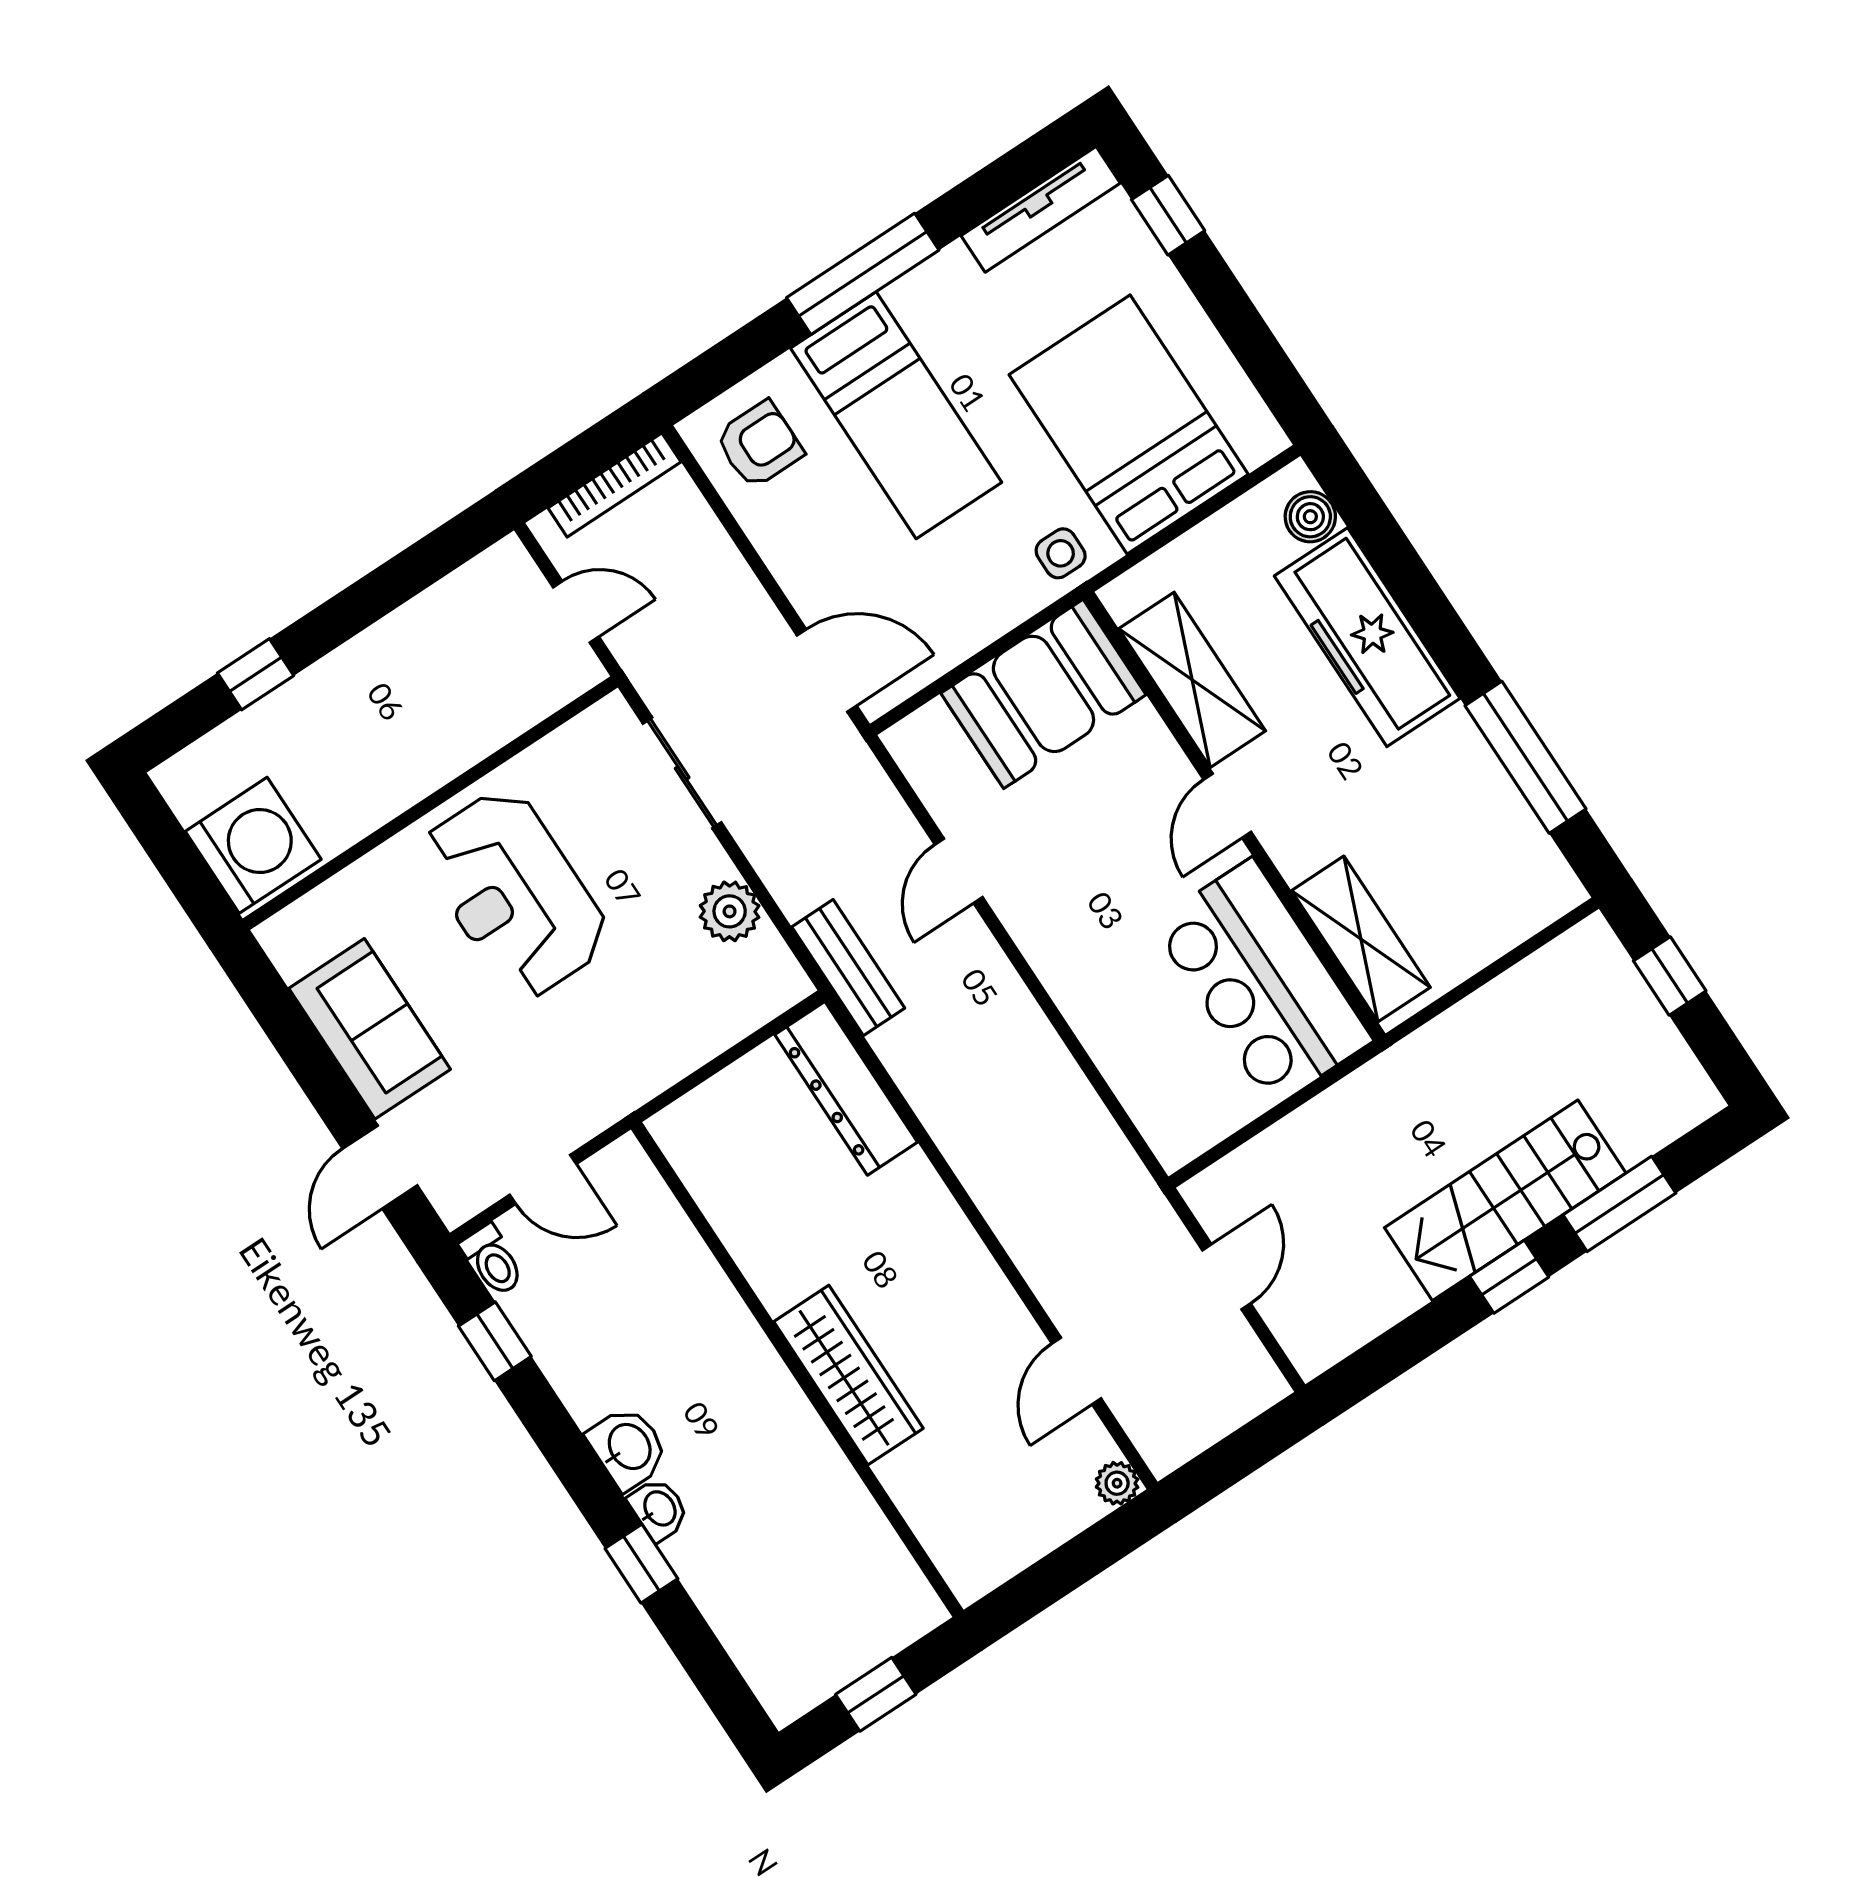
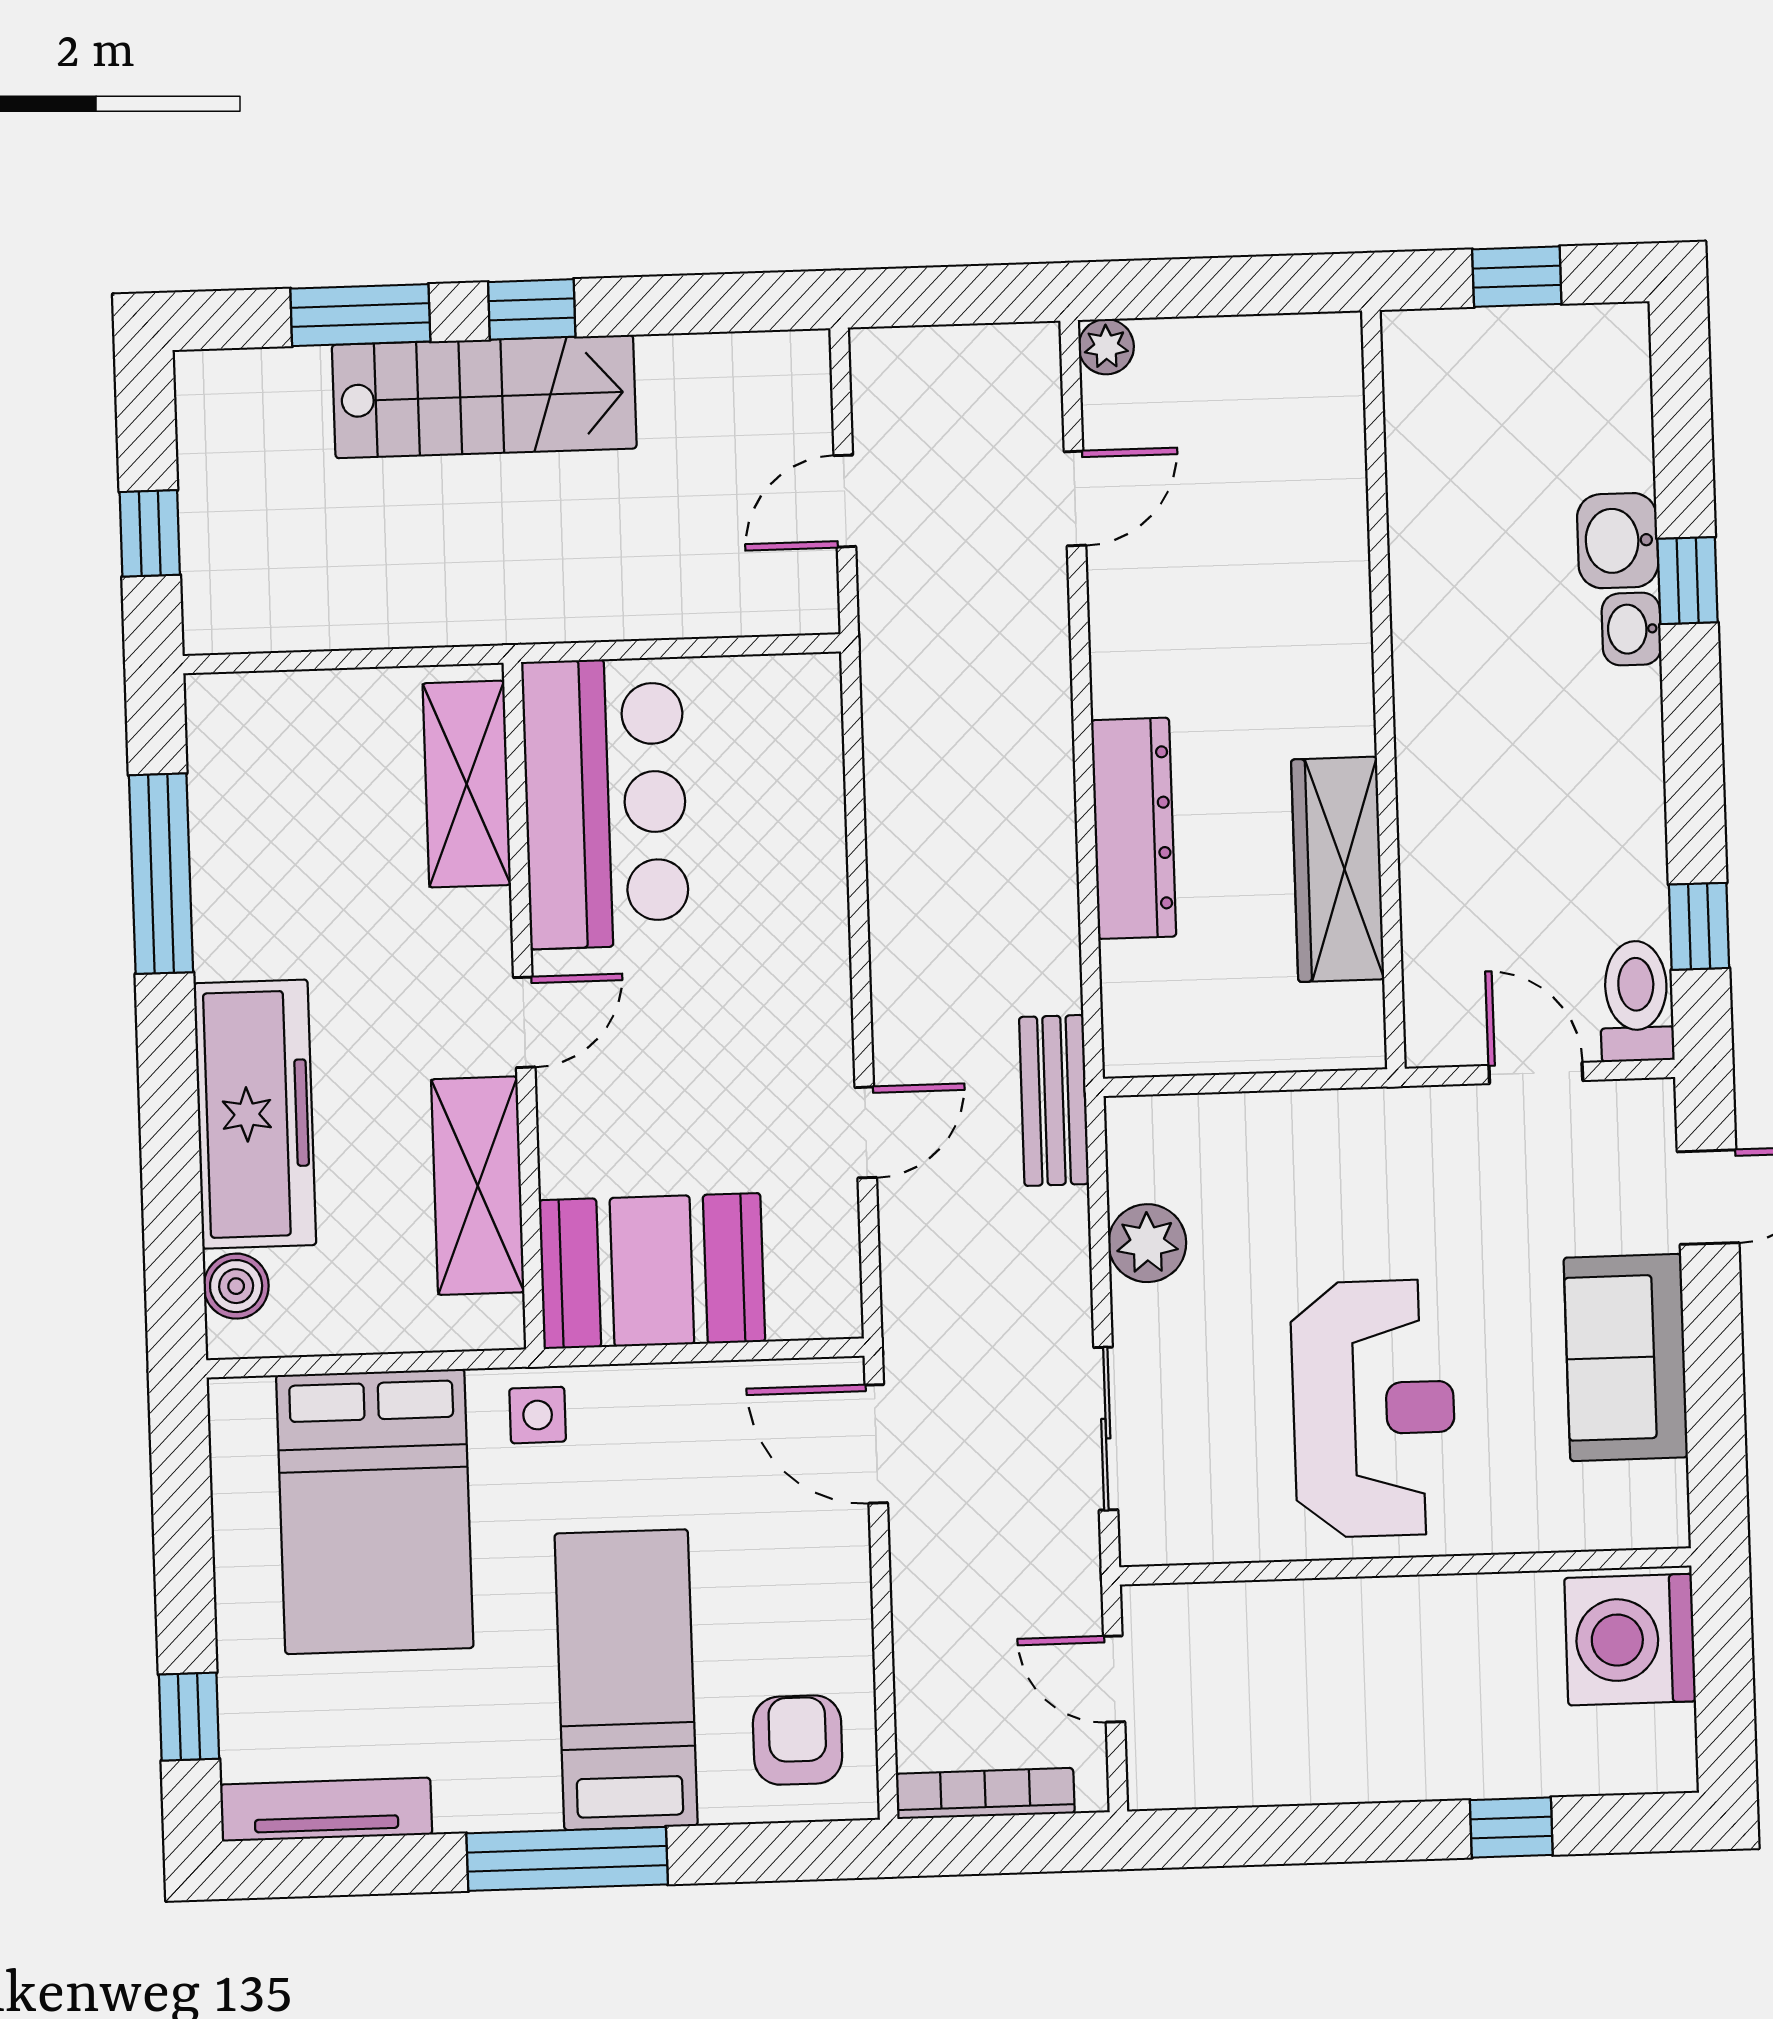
armchair: (759, 445) -> (798, 1740), turned 90
dresser: (846, 1088) -> (1134, 828), moved
toilet: (493, 1260) -> (1636, 1001), width x1.37, depth x1.39
wardrobe: (848, 1375) -> (1338, 869), moved
washbasin: (628, 1448) -> (1618, 541), moved

